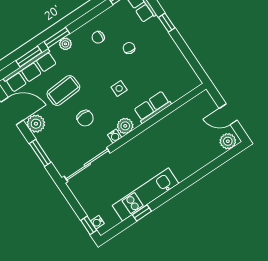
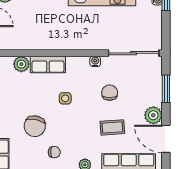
chair: (129, 48) -> (35, 126), width x1.87, depth x1.87
coffee table: (63, 91) -> (112, 127), width x0.73, depth x0.77
plant: (125, 126) -> (21, 64), moved

